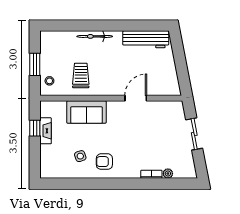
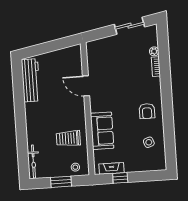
bicycle: (95, 36) -> (33, 162), moved
fireplace: (46, 131) -> (112, 168), moved
sliding door: (194, 134) -> (130, 26), moved
side table: (80, 156) -> (149, 142), moved

